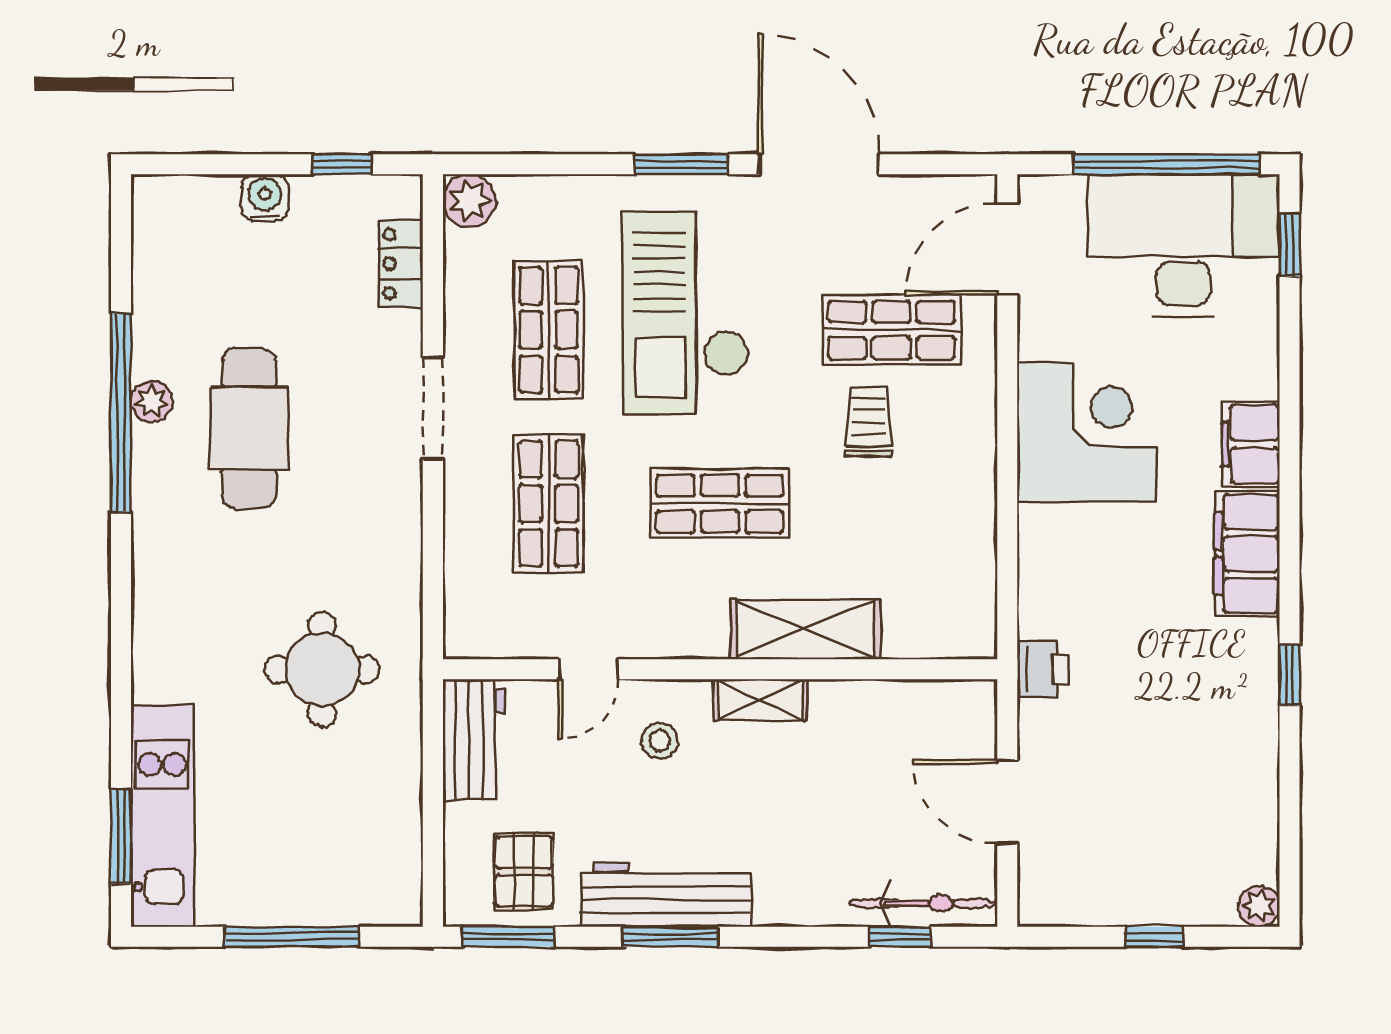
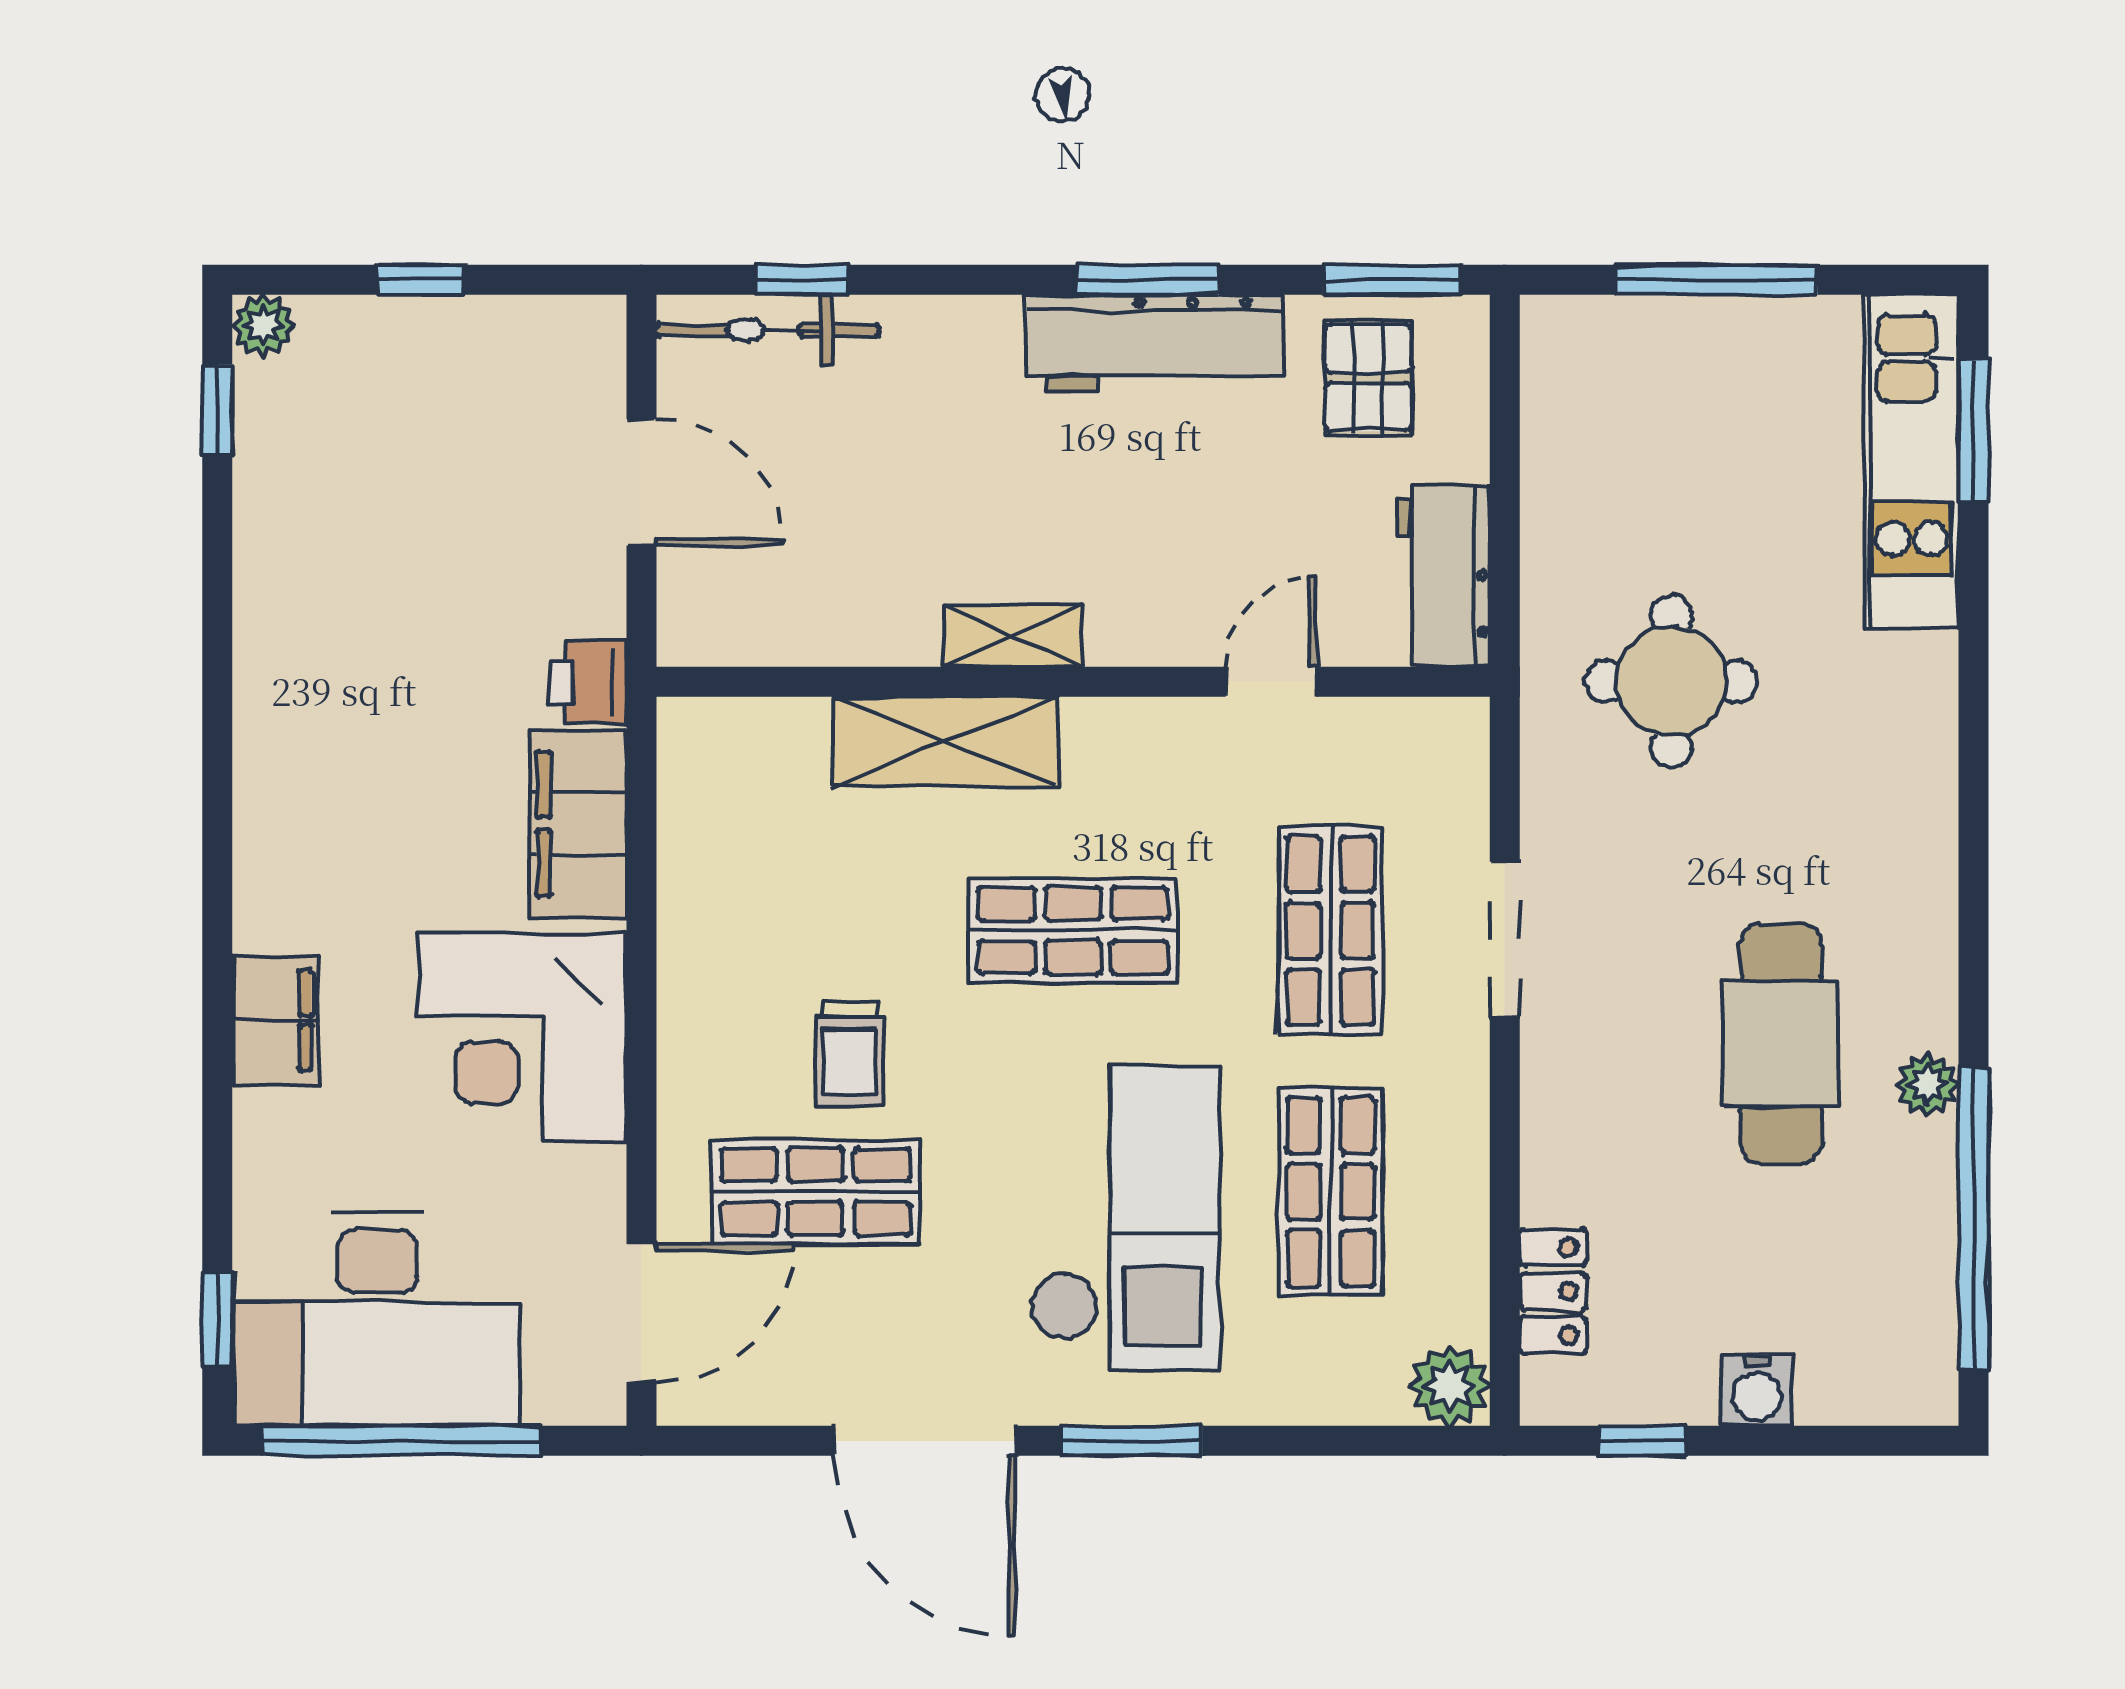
doorway: (433, 408) -> (1505, 939), moved
window: (121, 413) -> (1974, 1218), moved
filing cabinet: (1247, 554) -> (578, 824), moved, turned 180
window: (1289, 675) -> (217, 410), moved
stool: (660, 741) -> (1164, 574), removed

